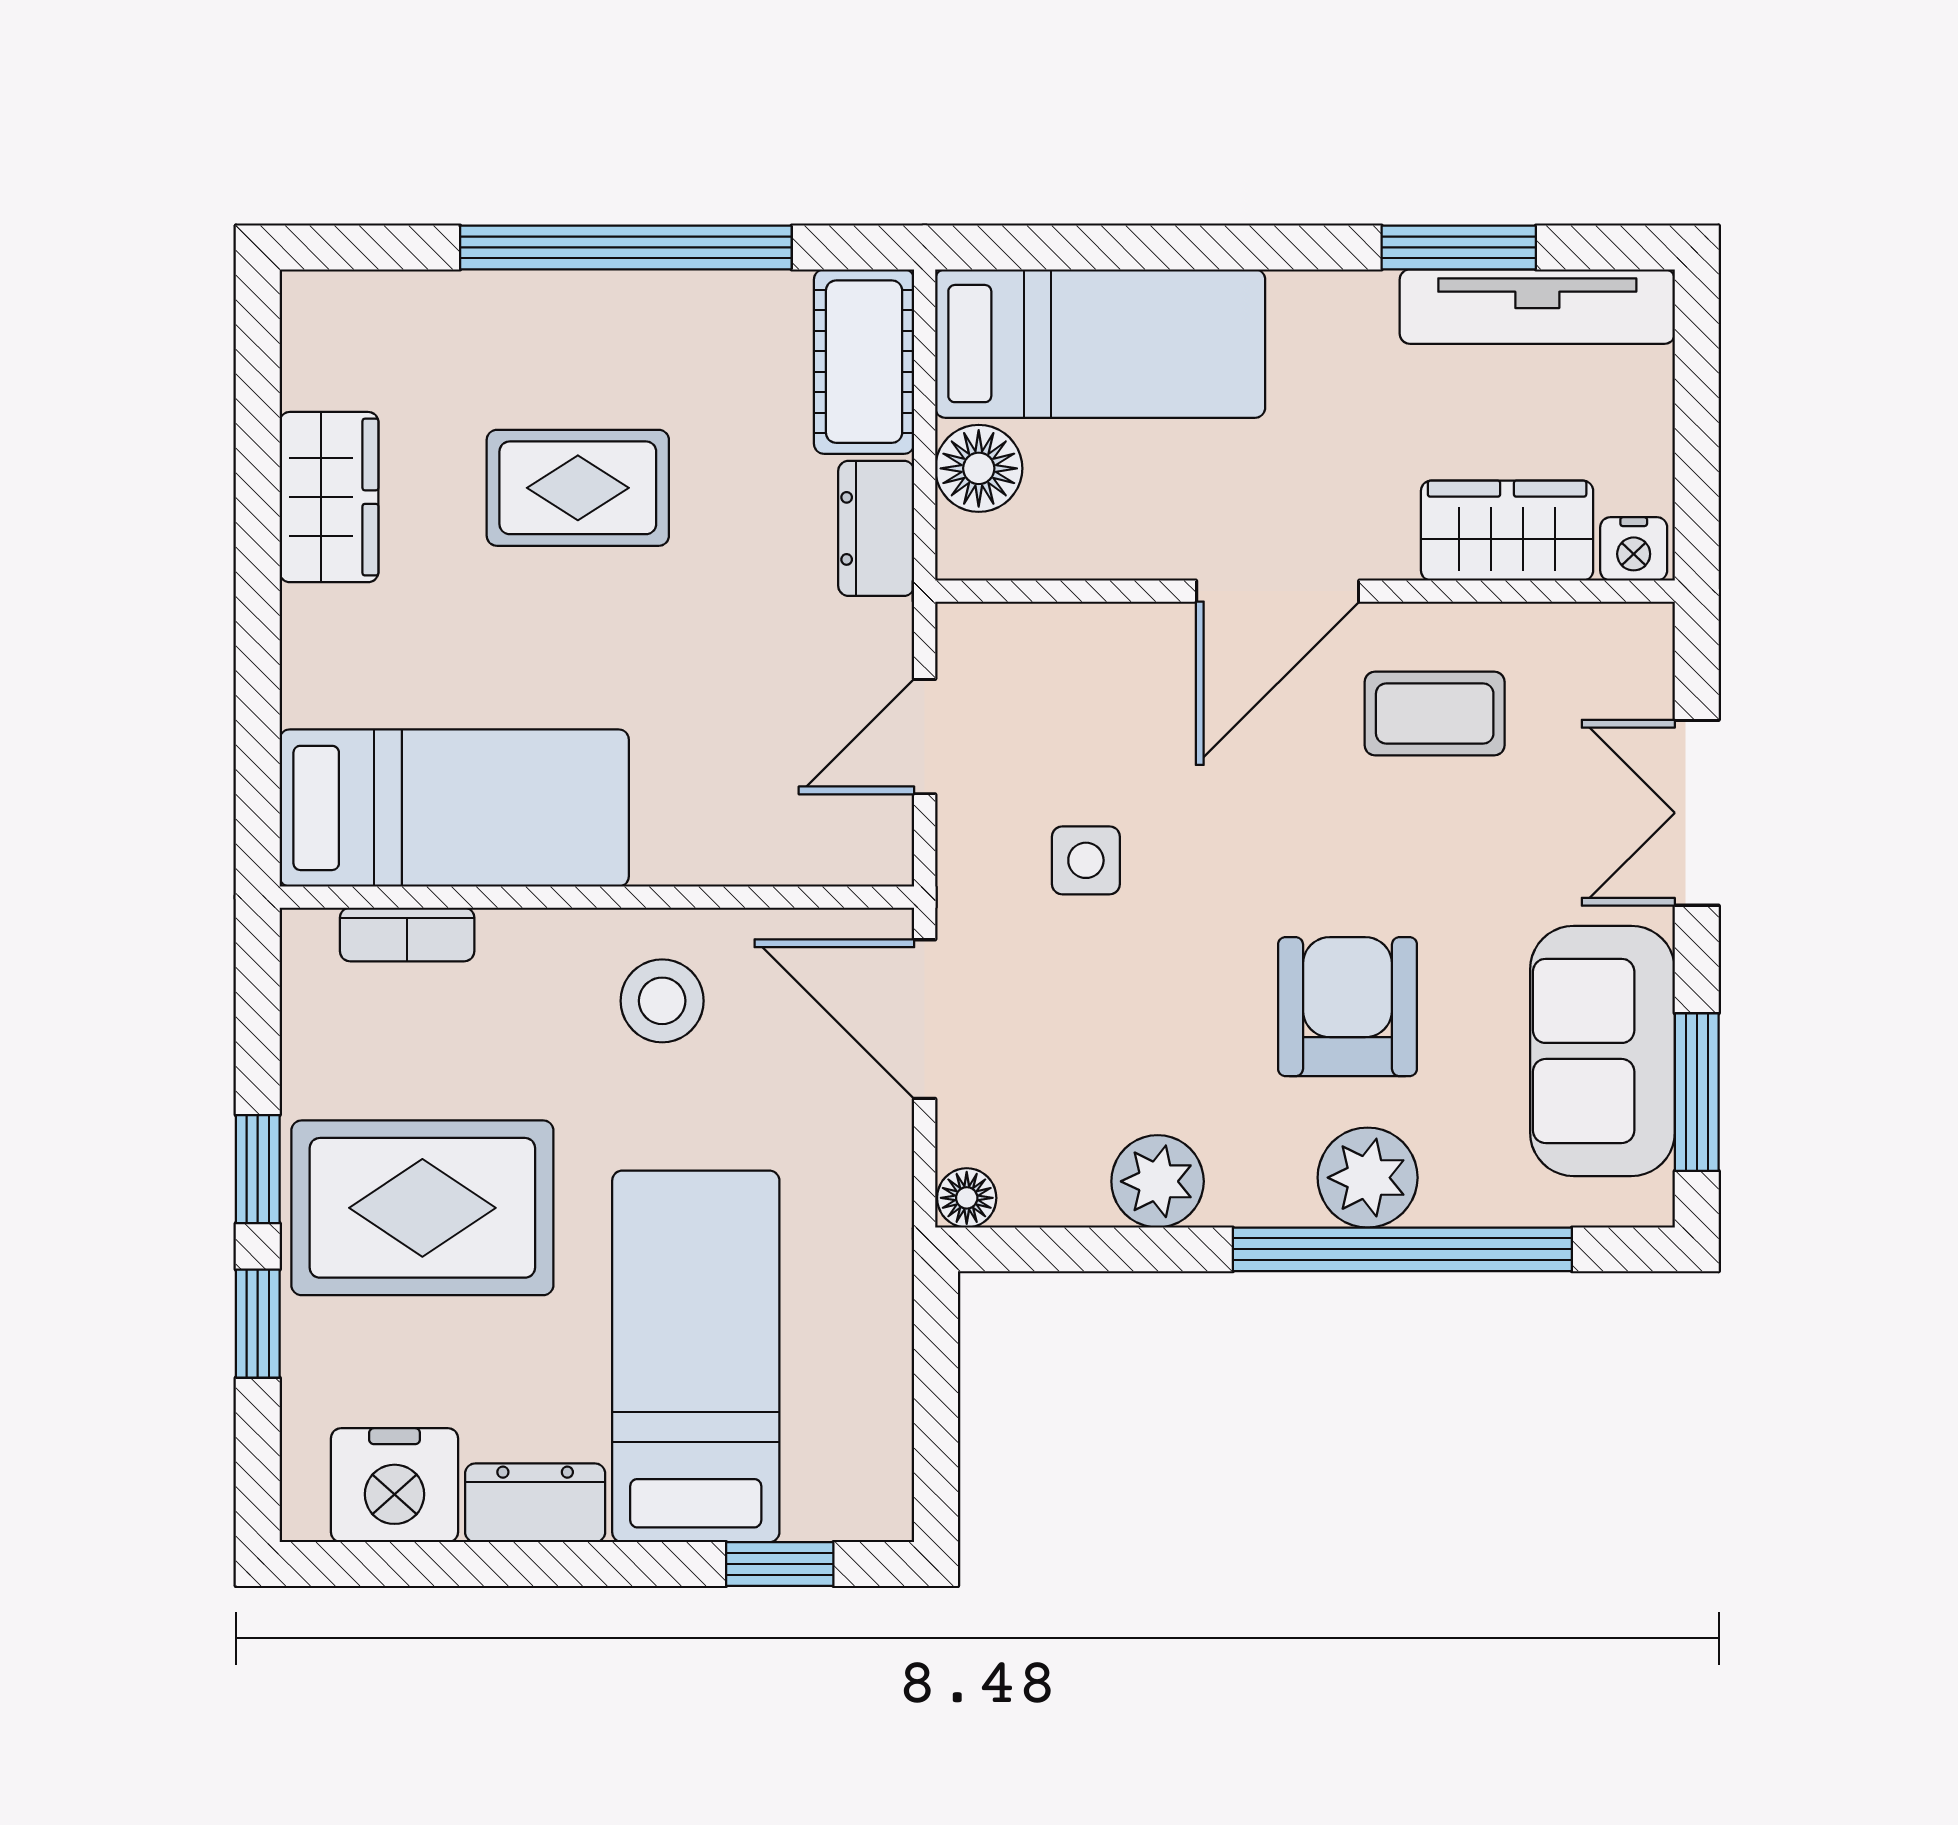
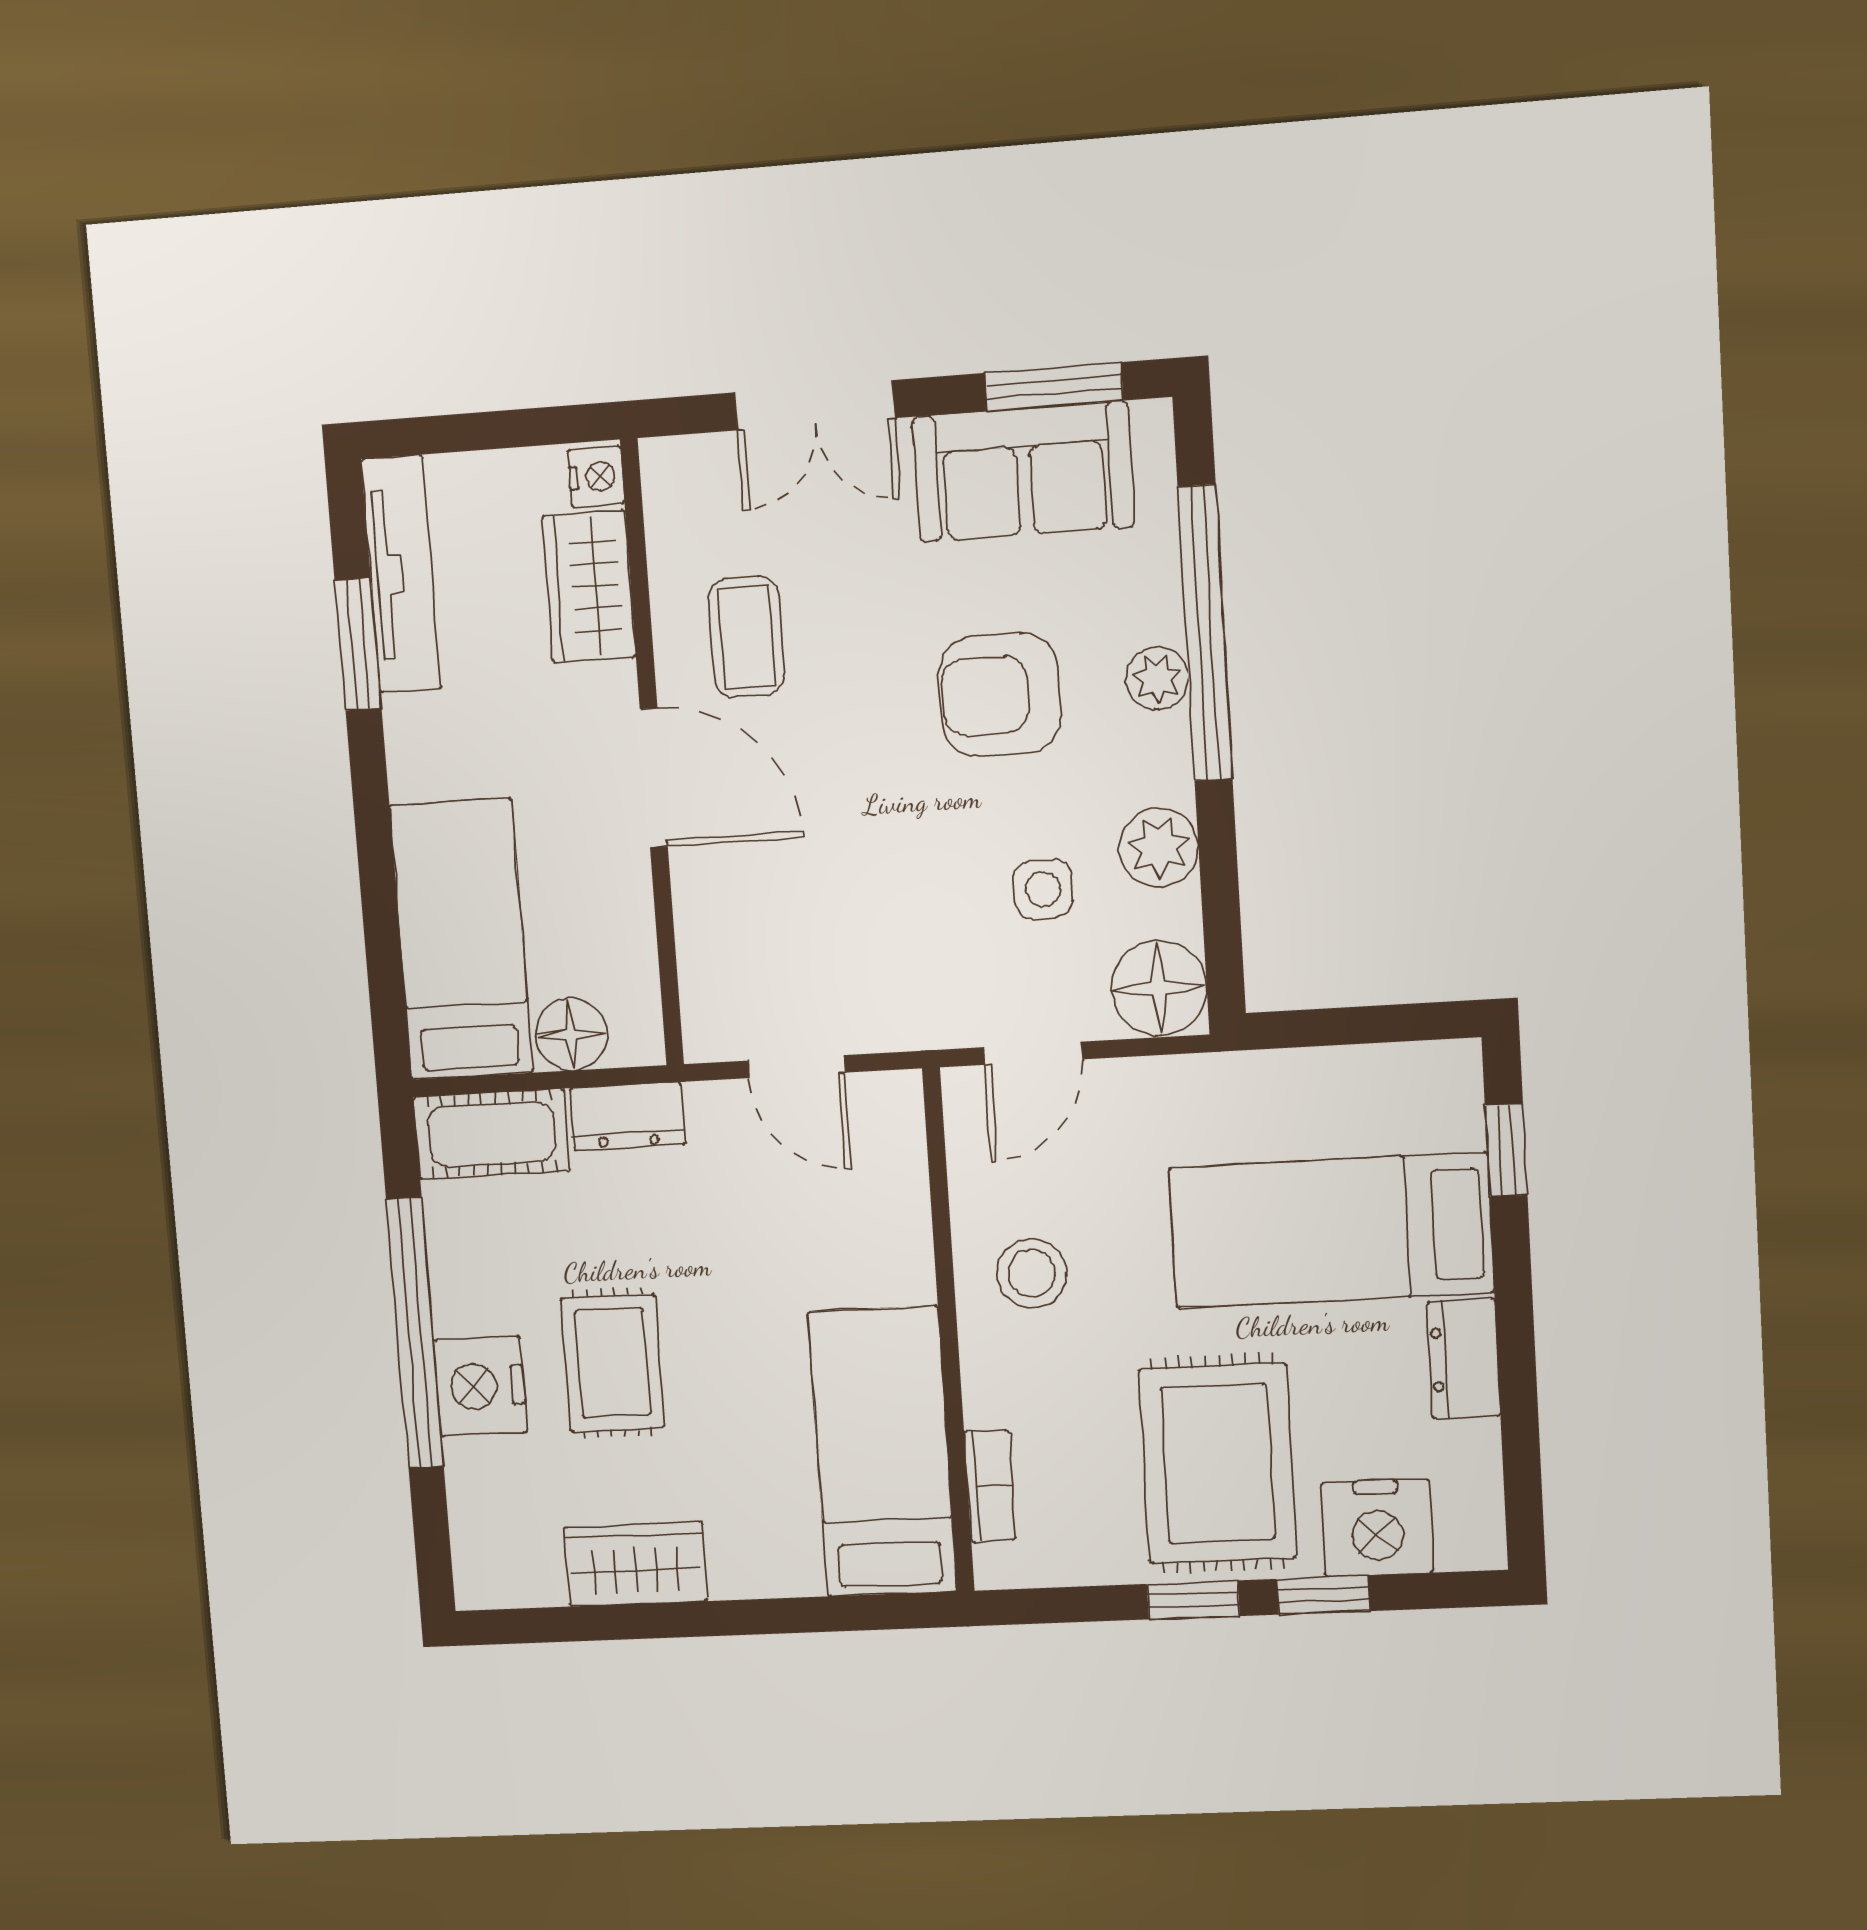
nightstand: (557, 323) -> (480, 1386), added
side table: (1086, 860) -> (1043, 889), moved
door: (925, 1019) -> (1033, 1053), width x0.73
plant: (1368, 1178) -> (1157, 679), width x0.73, depth x0.73
floor lamp: (967, 1198) -> (1159, 988), width x1.89, depth x1.89
nightstand: (395, 1485) -> (1377, 1528), moved, turned 90

